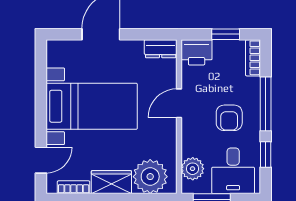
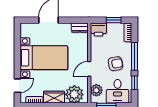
door: (179, 103) -> (89, 69), moved
armchair: (229, 118) -> (115, 64), turned -100

